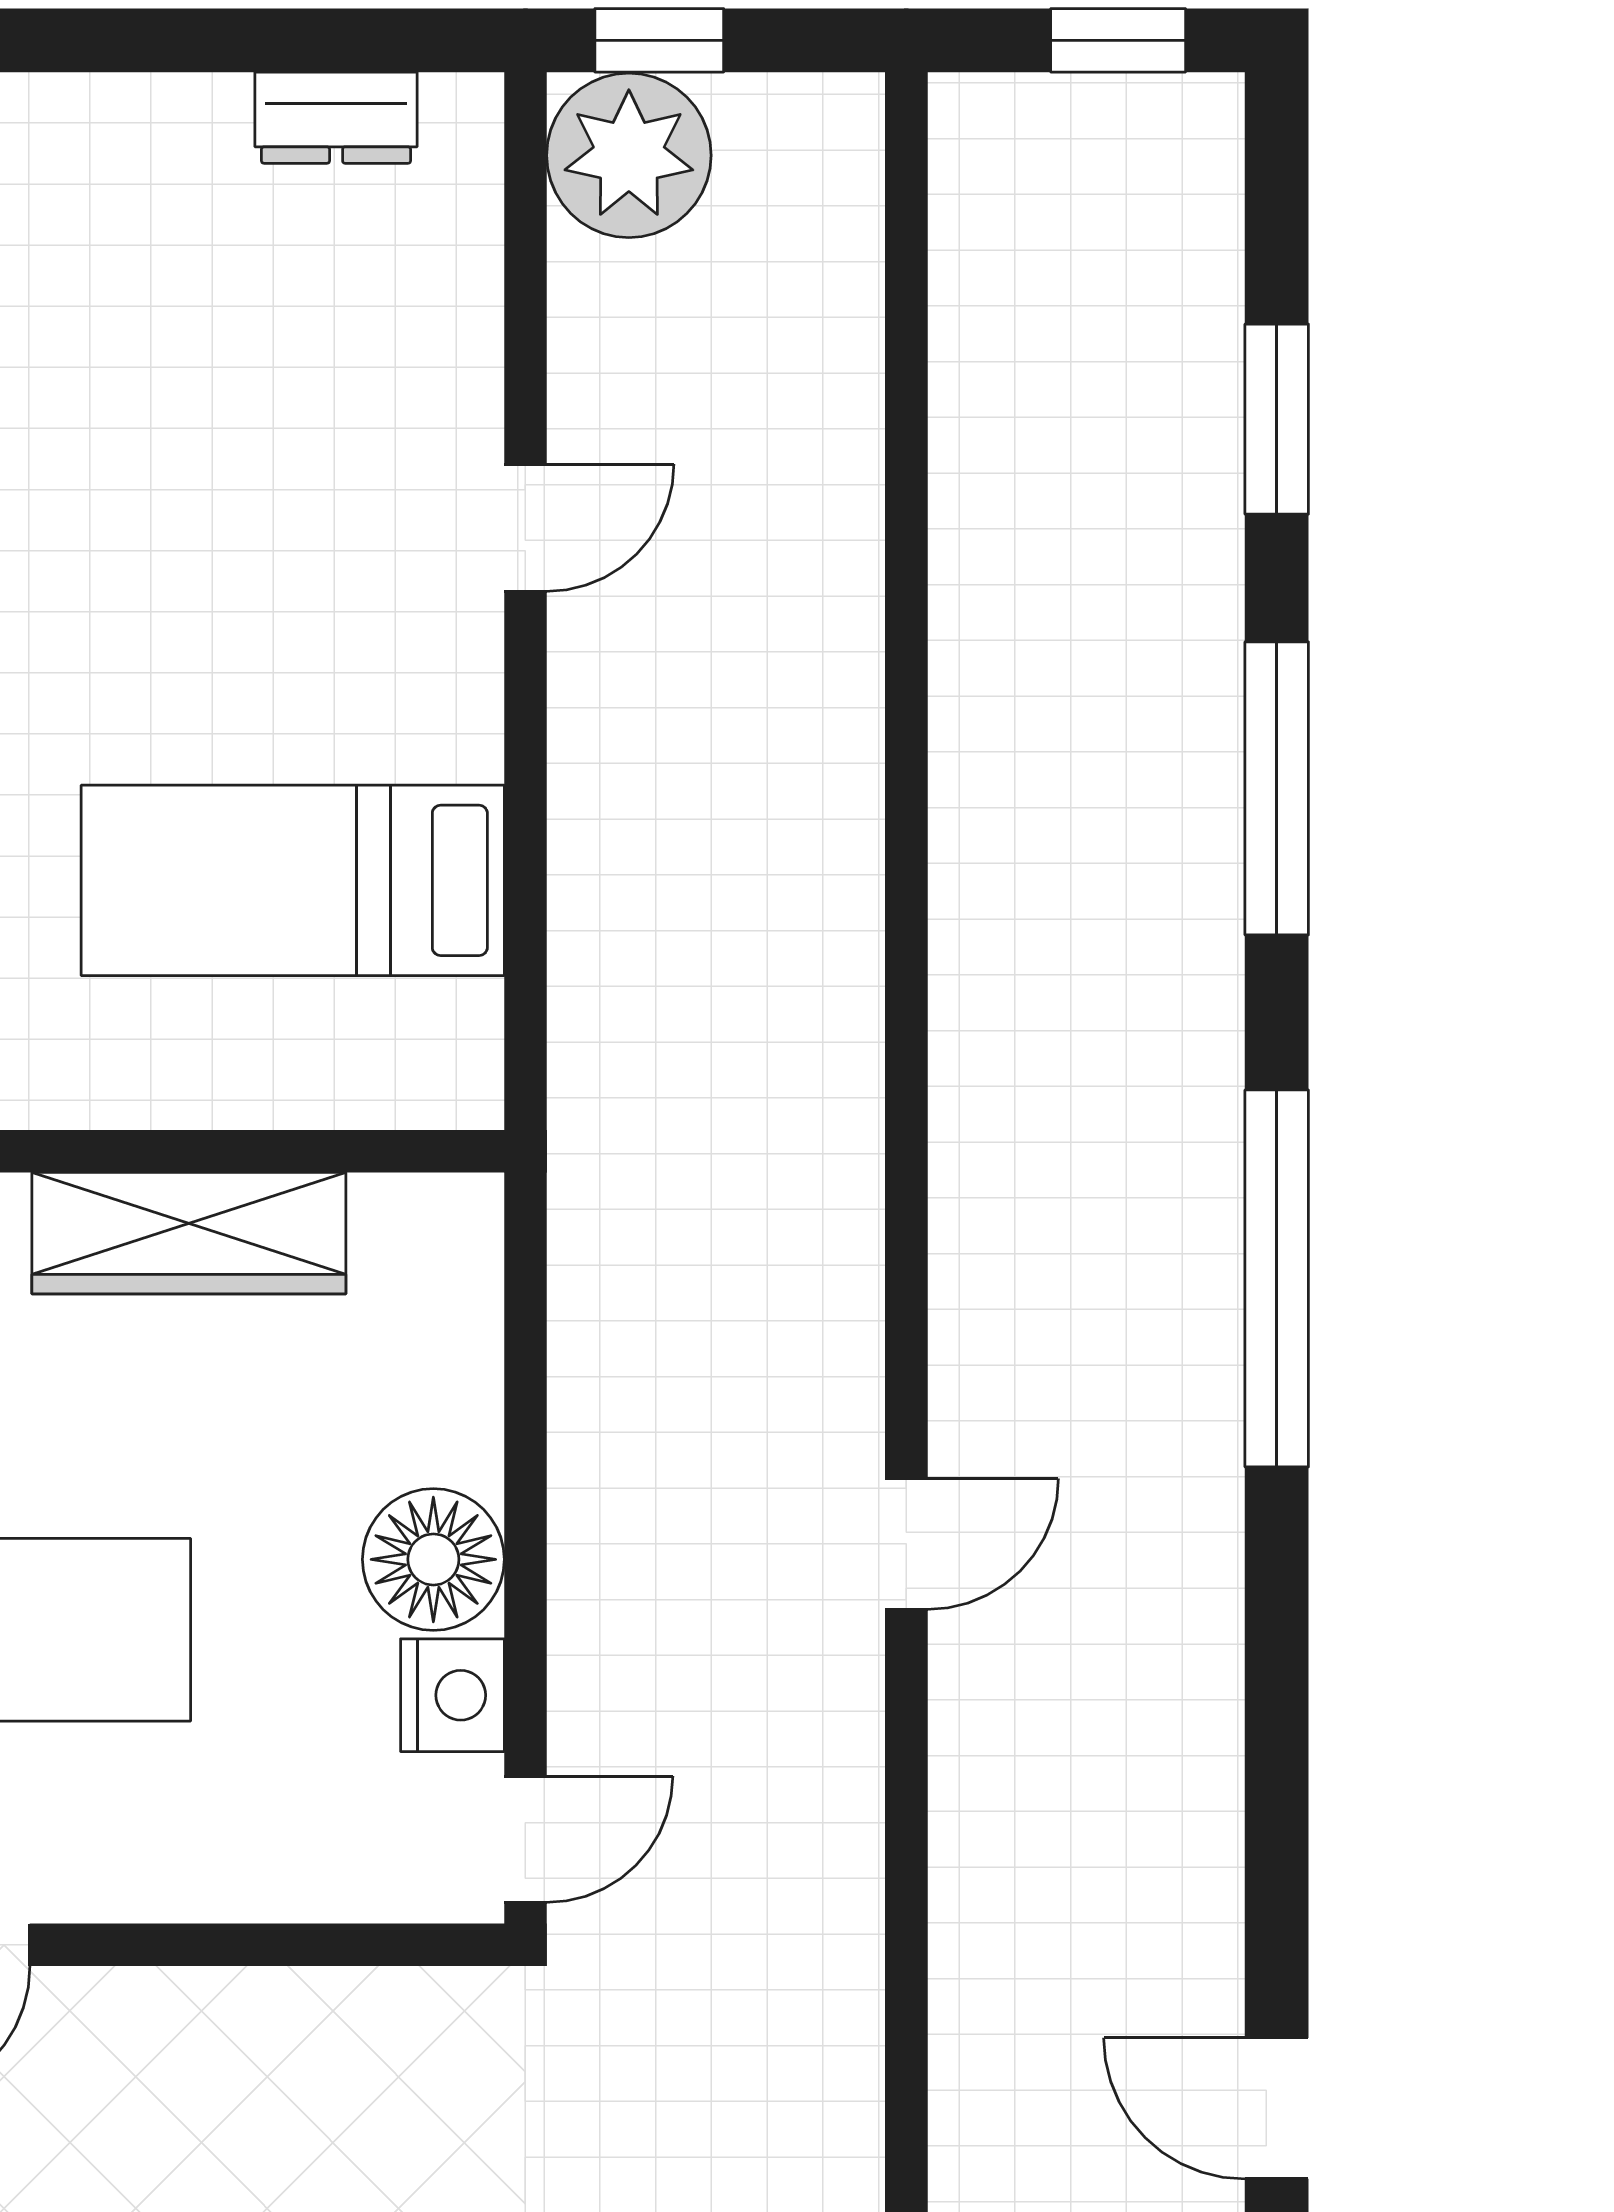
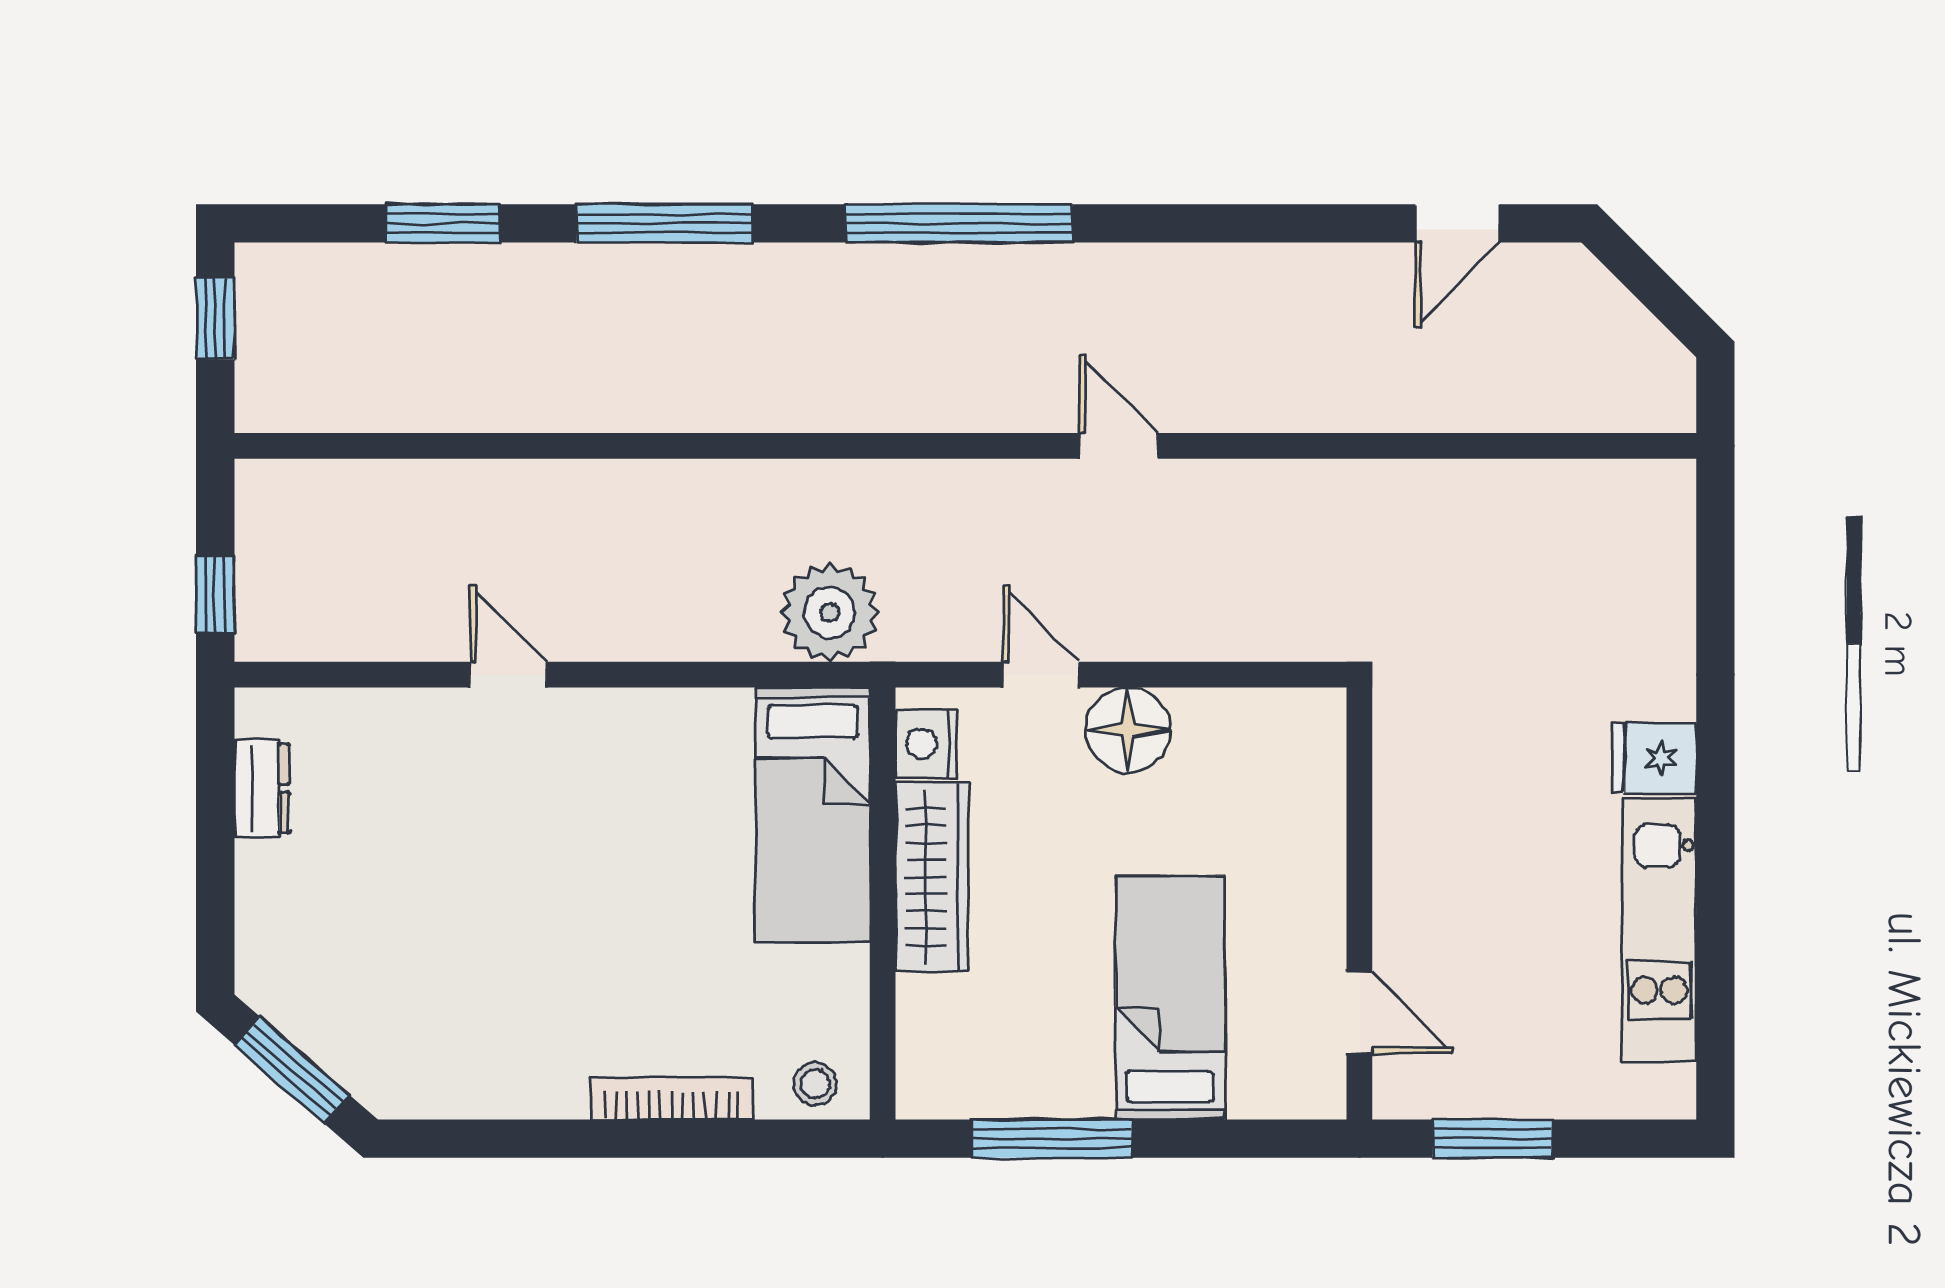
plant: (629, 155) -> (830, 613), moved
bed: (293, 880) -> (813, 814), moved
nightstand: (452, 1695) -> (927, 744), moved, turned -90
door: (525, 1839) -> (1041, 675), moved

